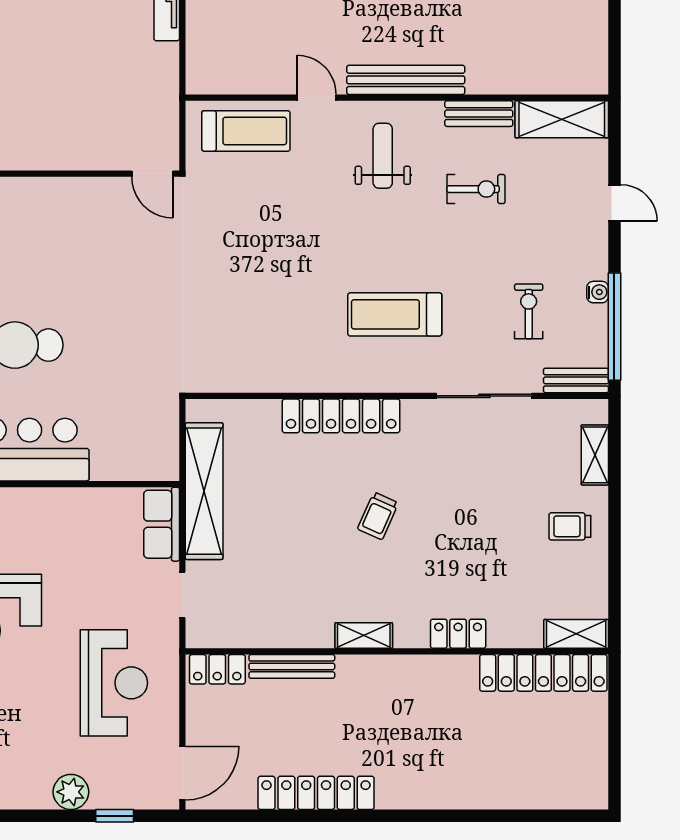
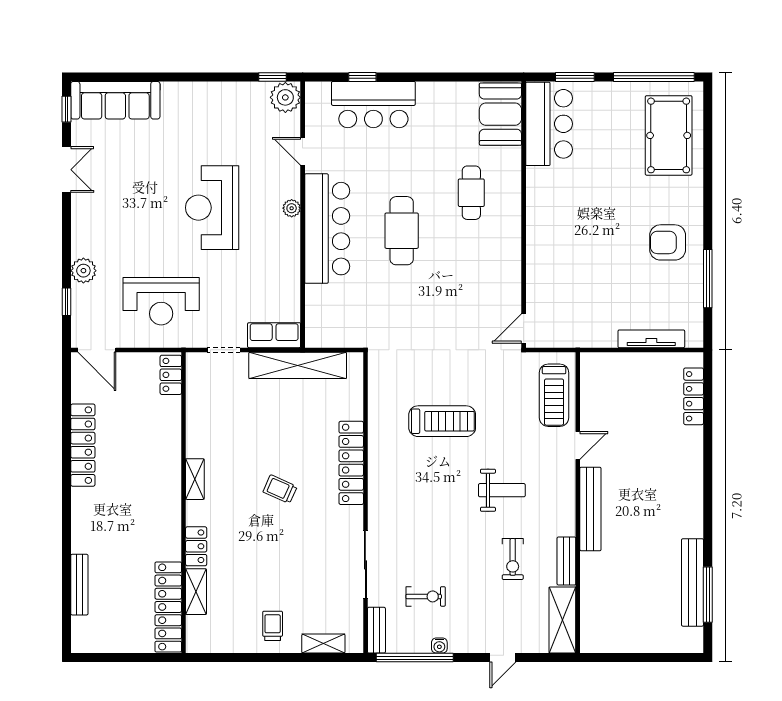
weight bench: (383, 156) -> (502, 490), moved
treadmill: (395, 314) -> (442, 421), moved, turned 90
shelving: (576, 634) -> (196, 592), moved
bench: (292, 666) -> (79, 585), moved

